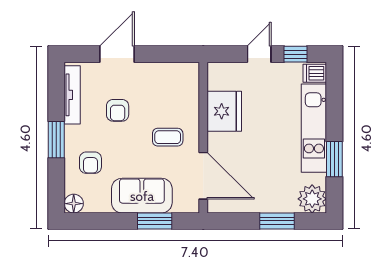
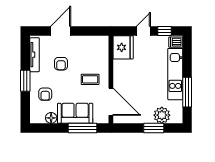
fridge: (224, 111) -> (123, 47), moved
window: (334, 159) -> (187, 92), width x1.44
plant: (312, 199) -> (162, 115), moved
floor lamp: (74, 204) -> (51, 118), moved
window: (155, 221) -> (83, 128), width x1.44

